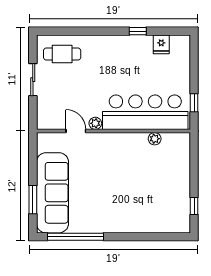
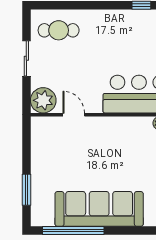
plant: (95, 123) -> (43, 100), moved, width x1.87, depth x1.87
sofa: (52, 193) -> (99, 209), moved, turned -90

